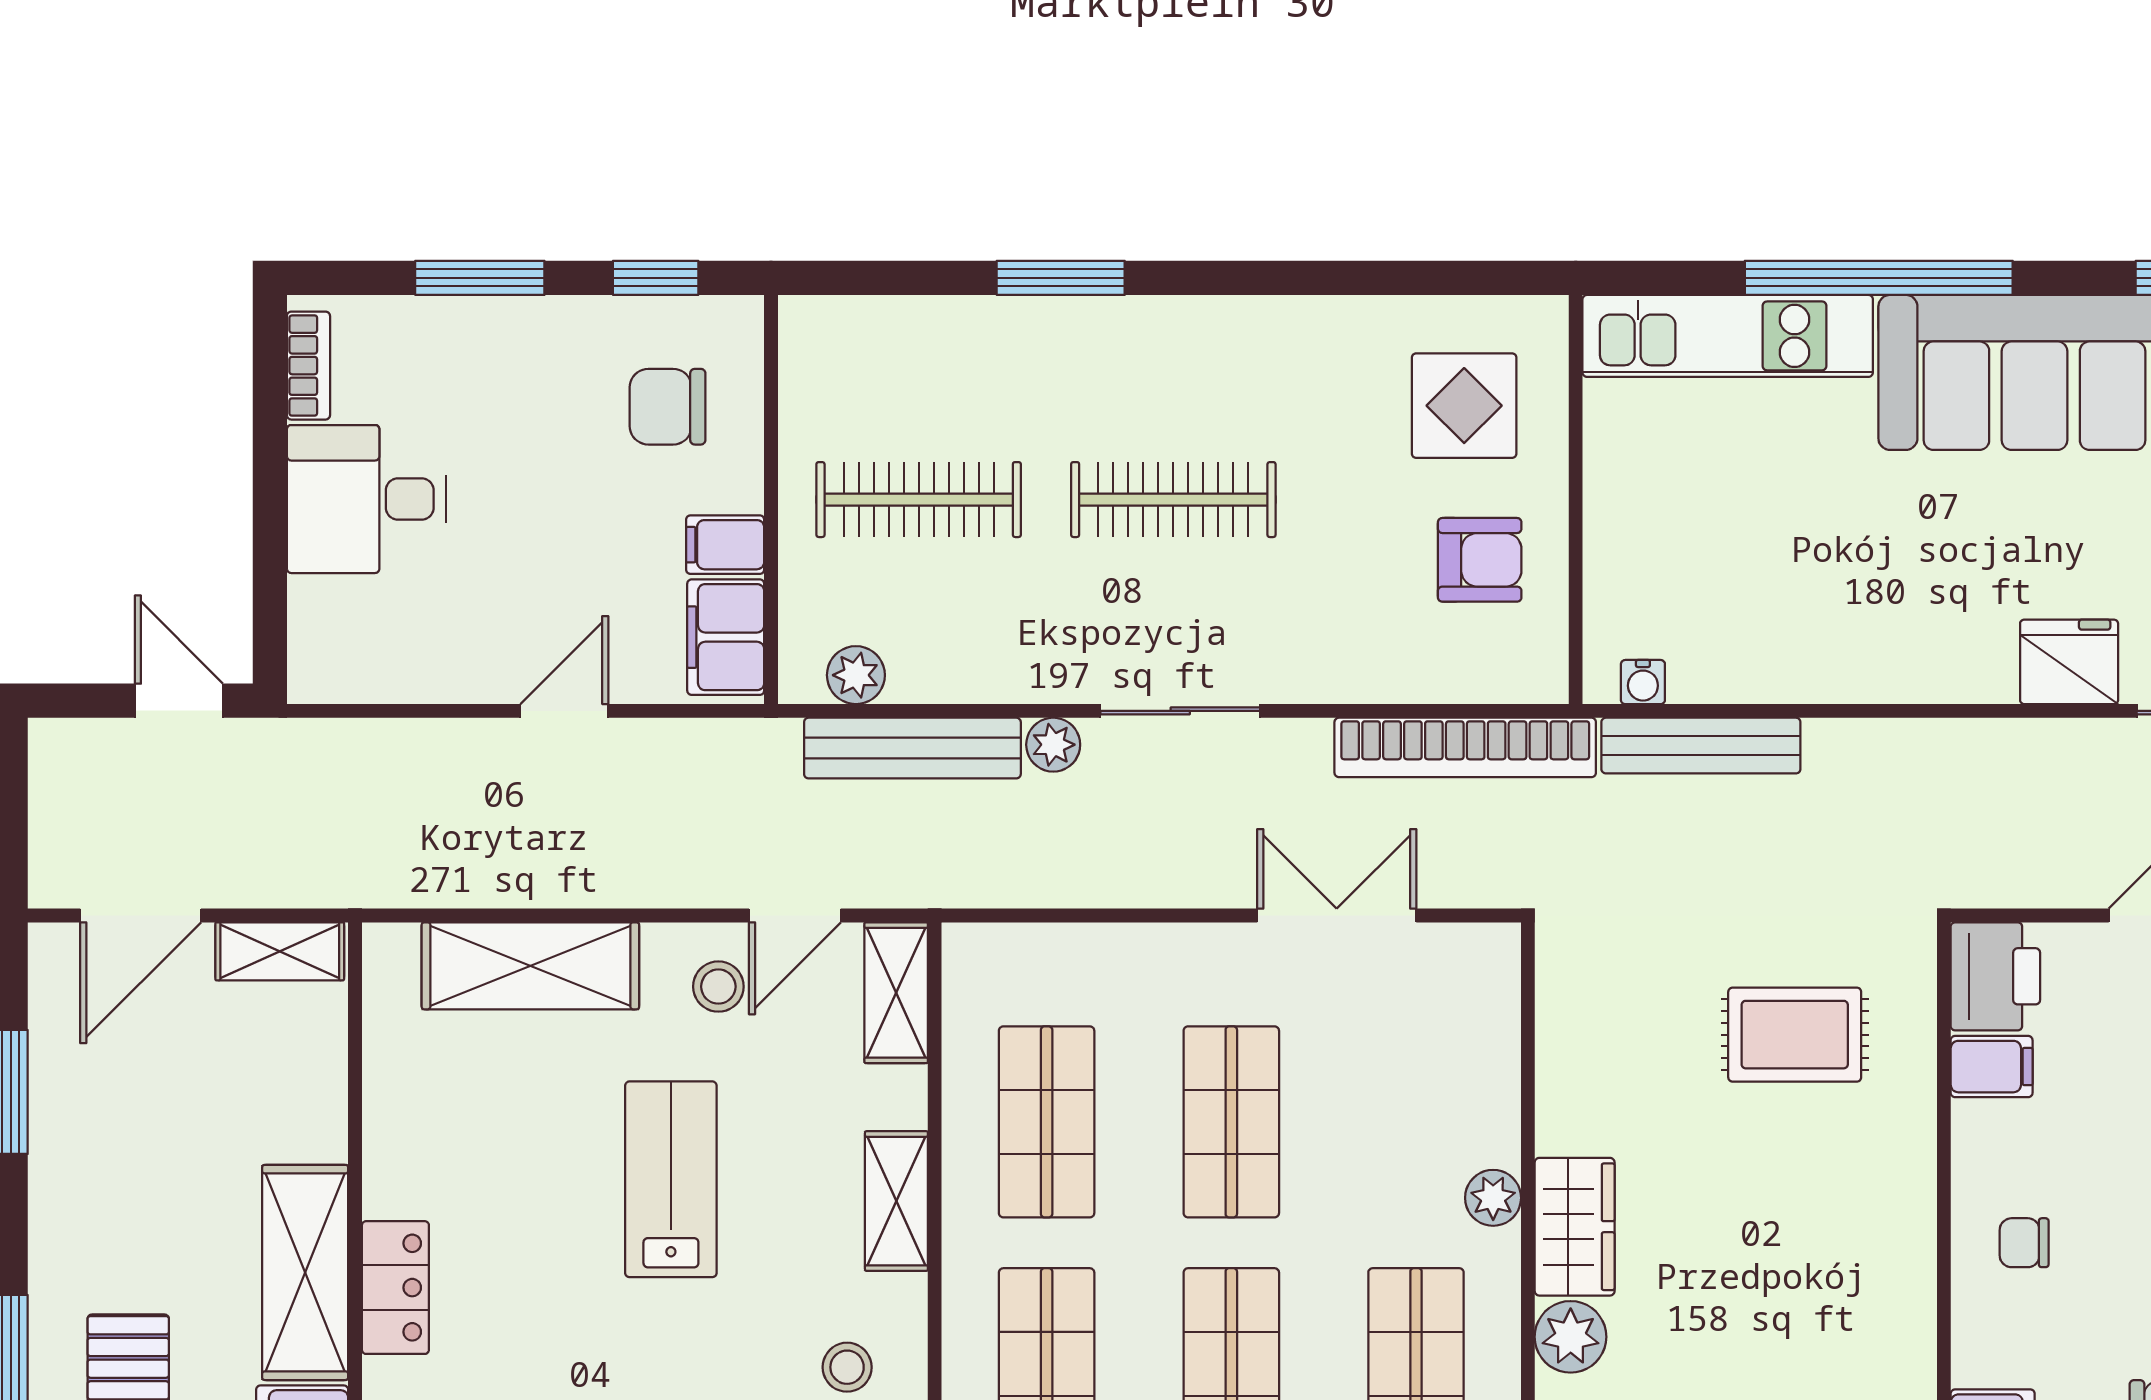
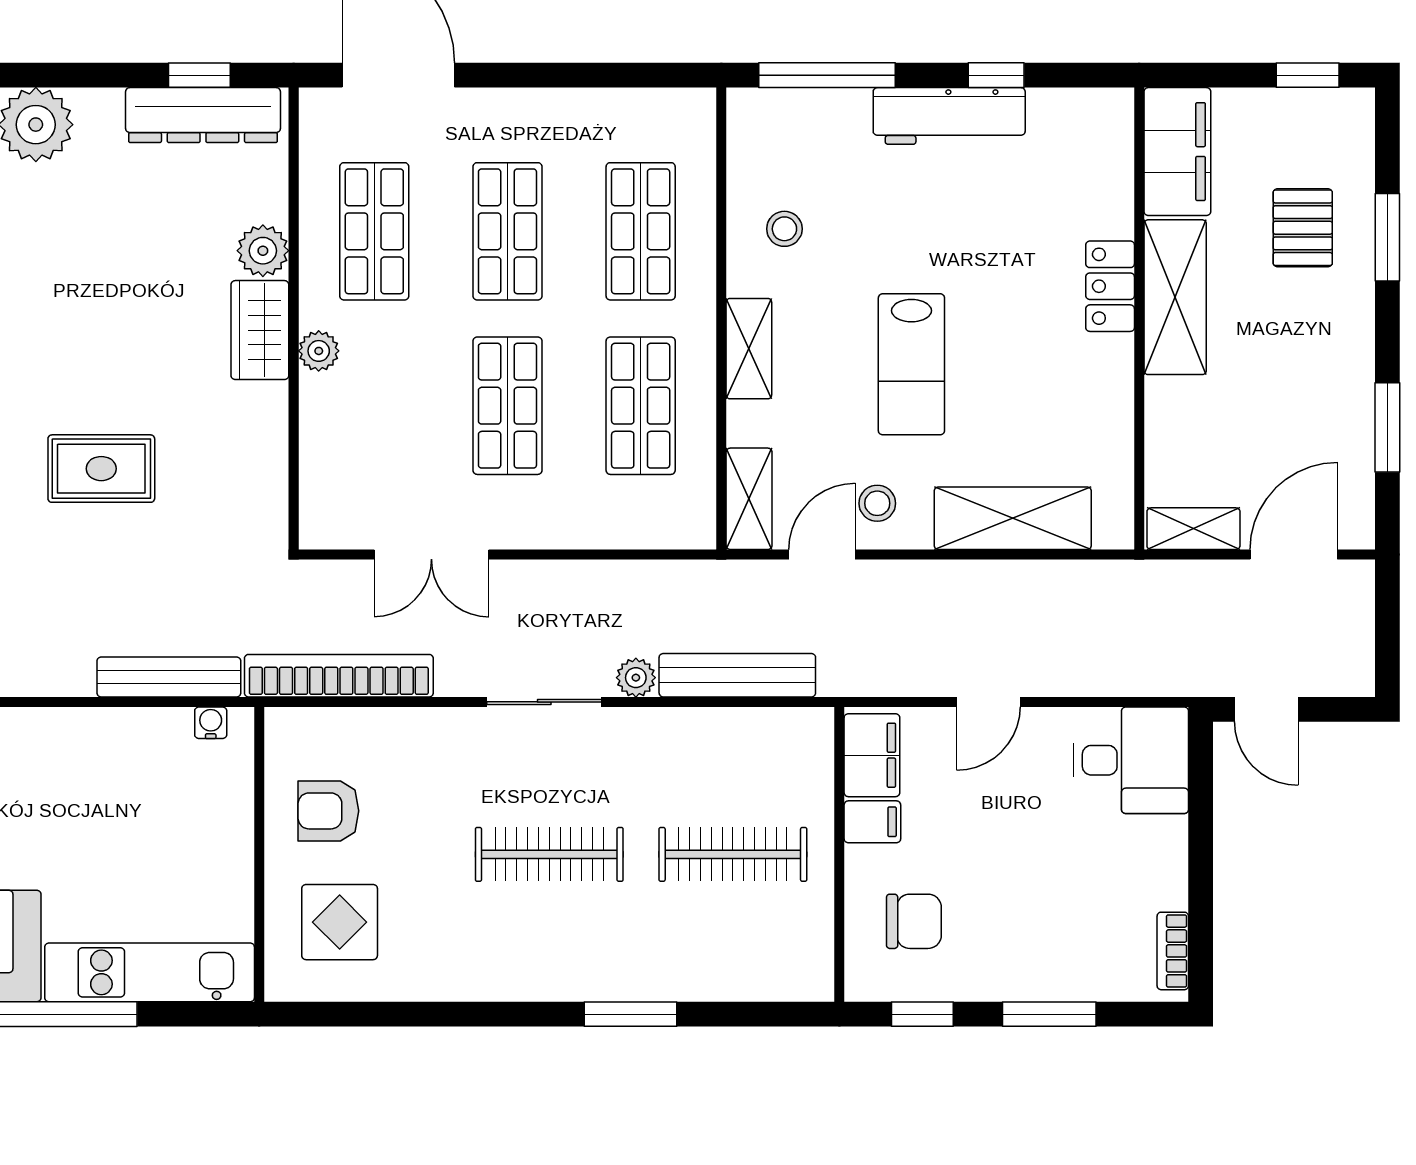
desk: (367, 499) -> (1131, 760), moved
plant: (856, 675) -> (778, 728), removed

